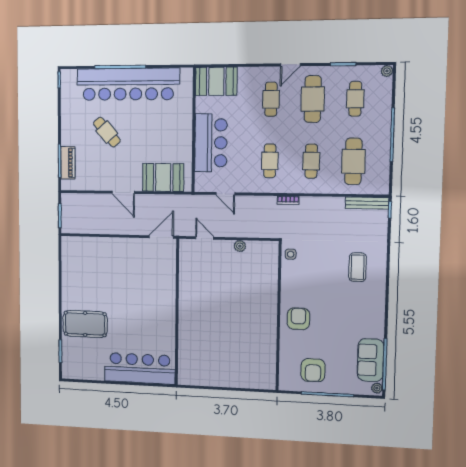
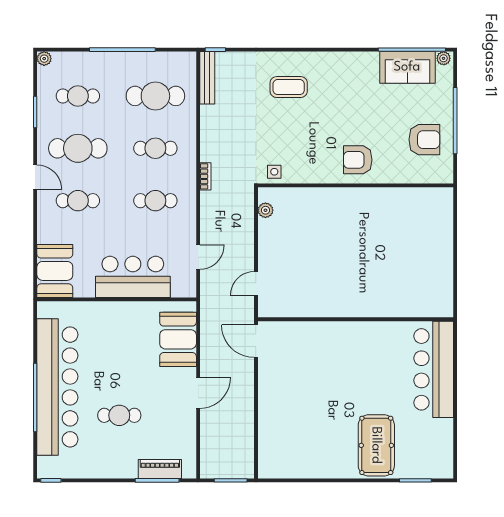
cafe table: (107, 132) -> (119, 415), turned 41
plant: (240, 246) -> (265, 210), moved

